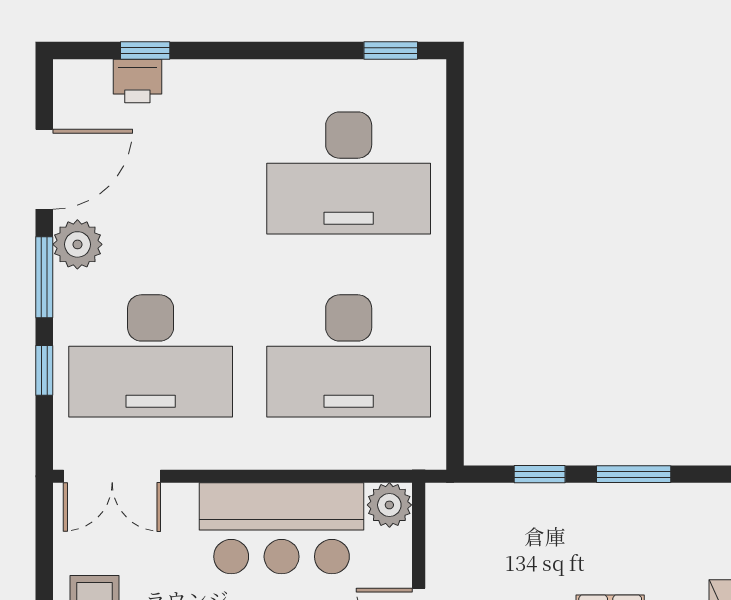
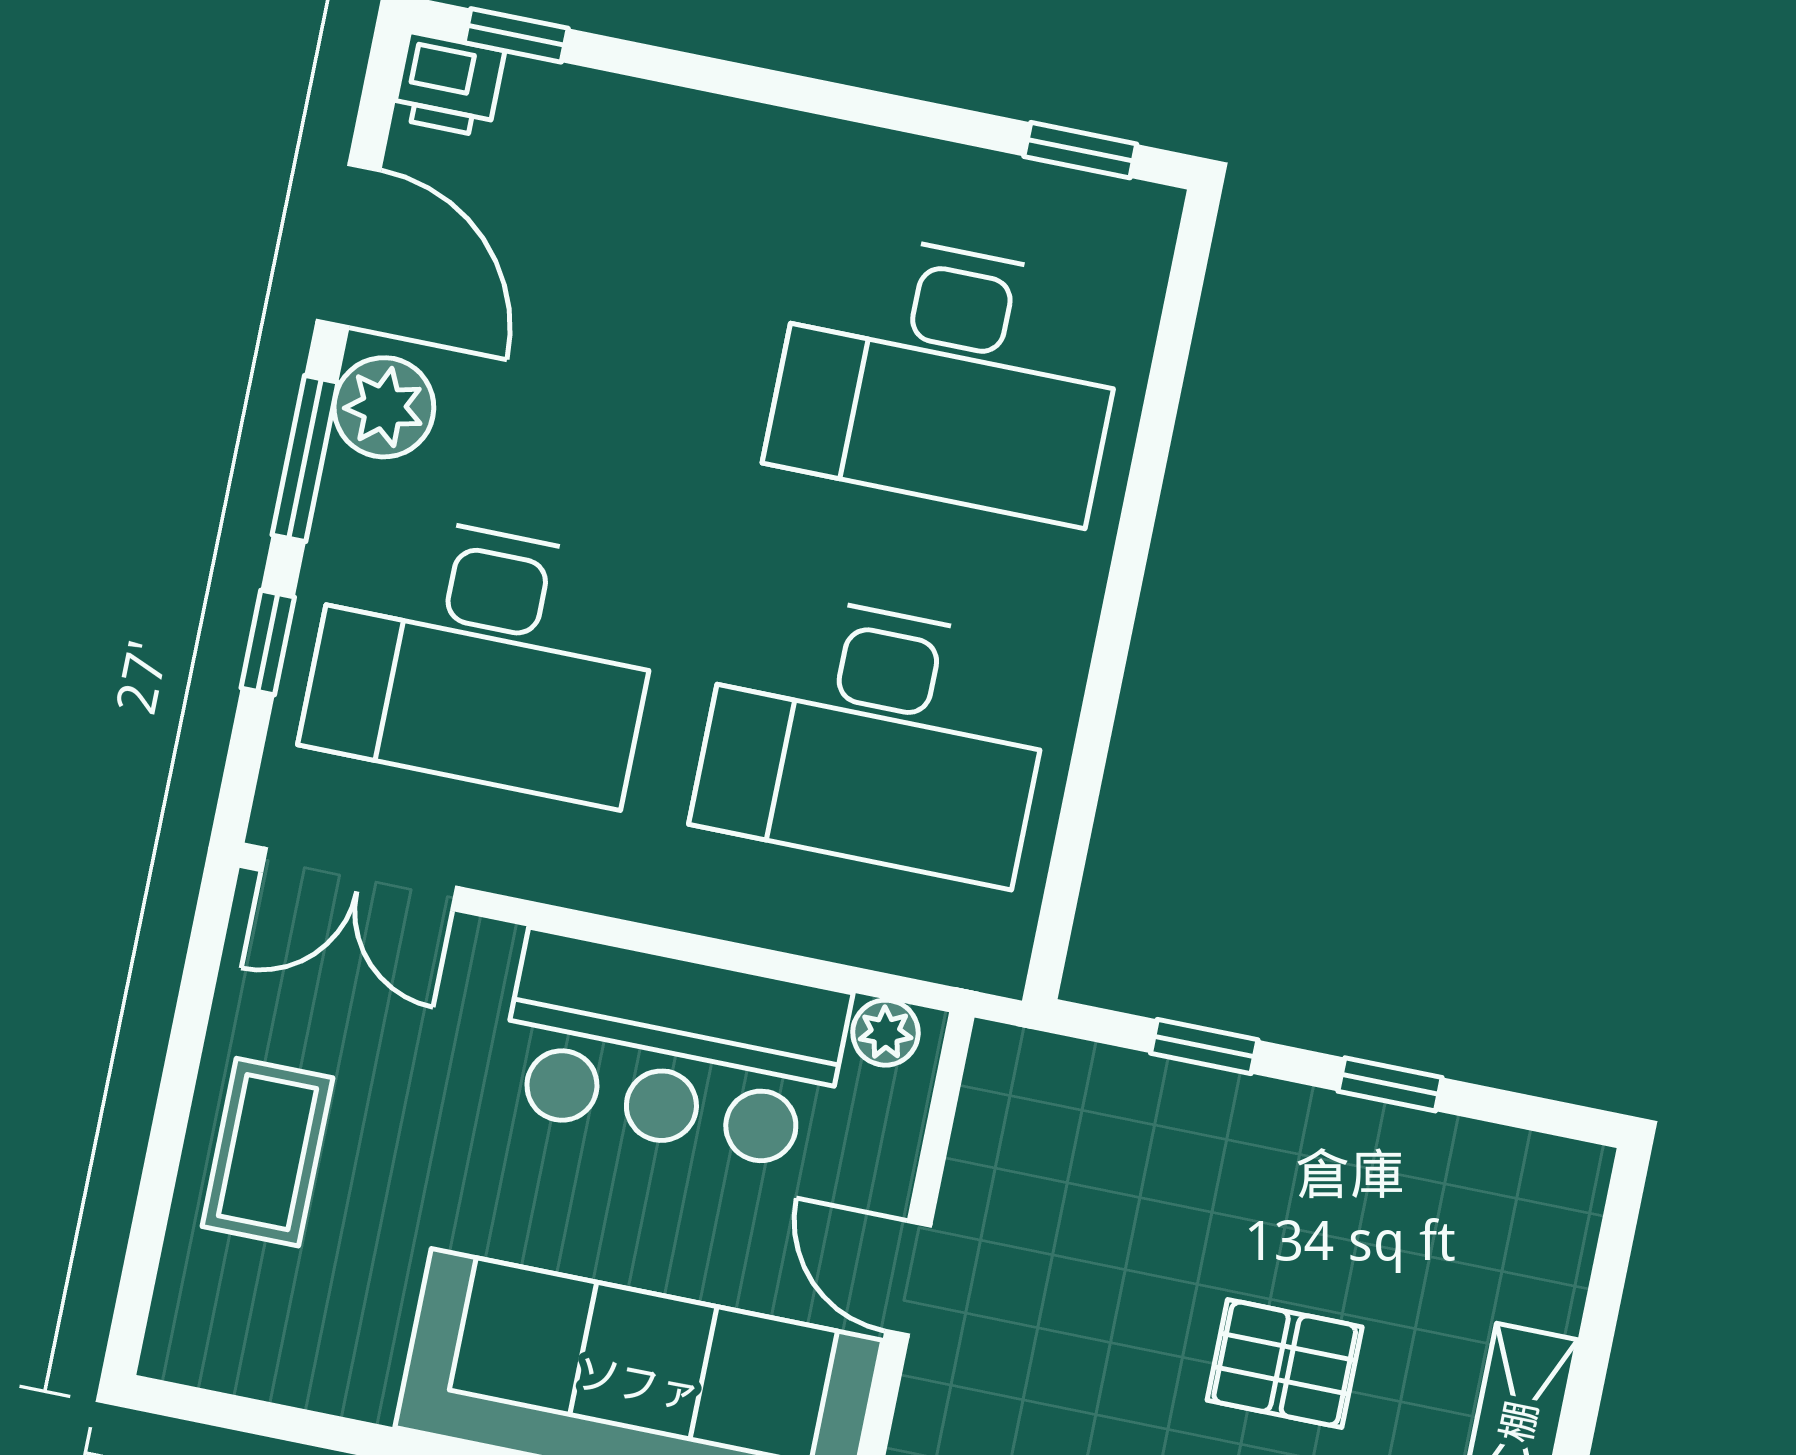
window: (145, 50) -> (516, 35), moved
printer: (137, 81) -> (448, 84), moved
door: (44, 169) -> (348, 245), hinge flipped
window: (634, 474) -> (1390, 1084), width x0.67
plant: (389, 505) -> (885, 1033), width x0.73, depth x0.73

